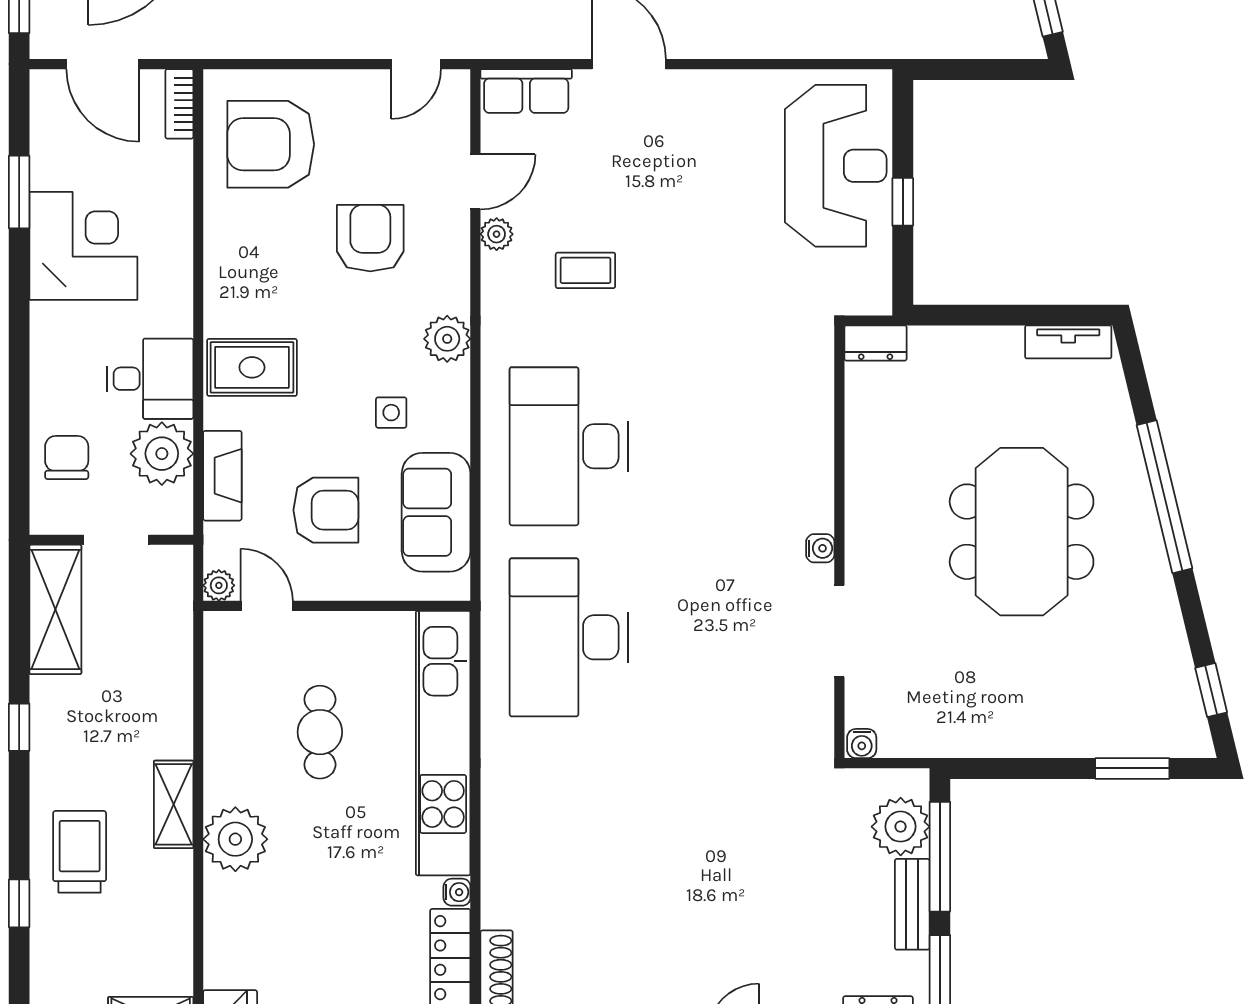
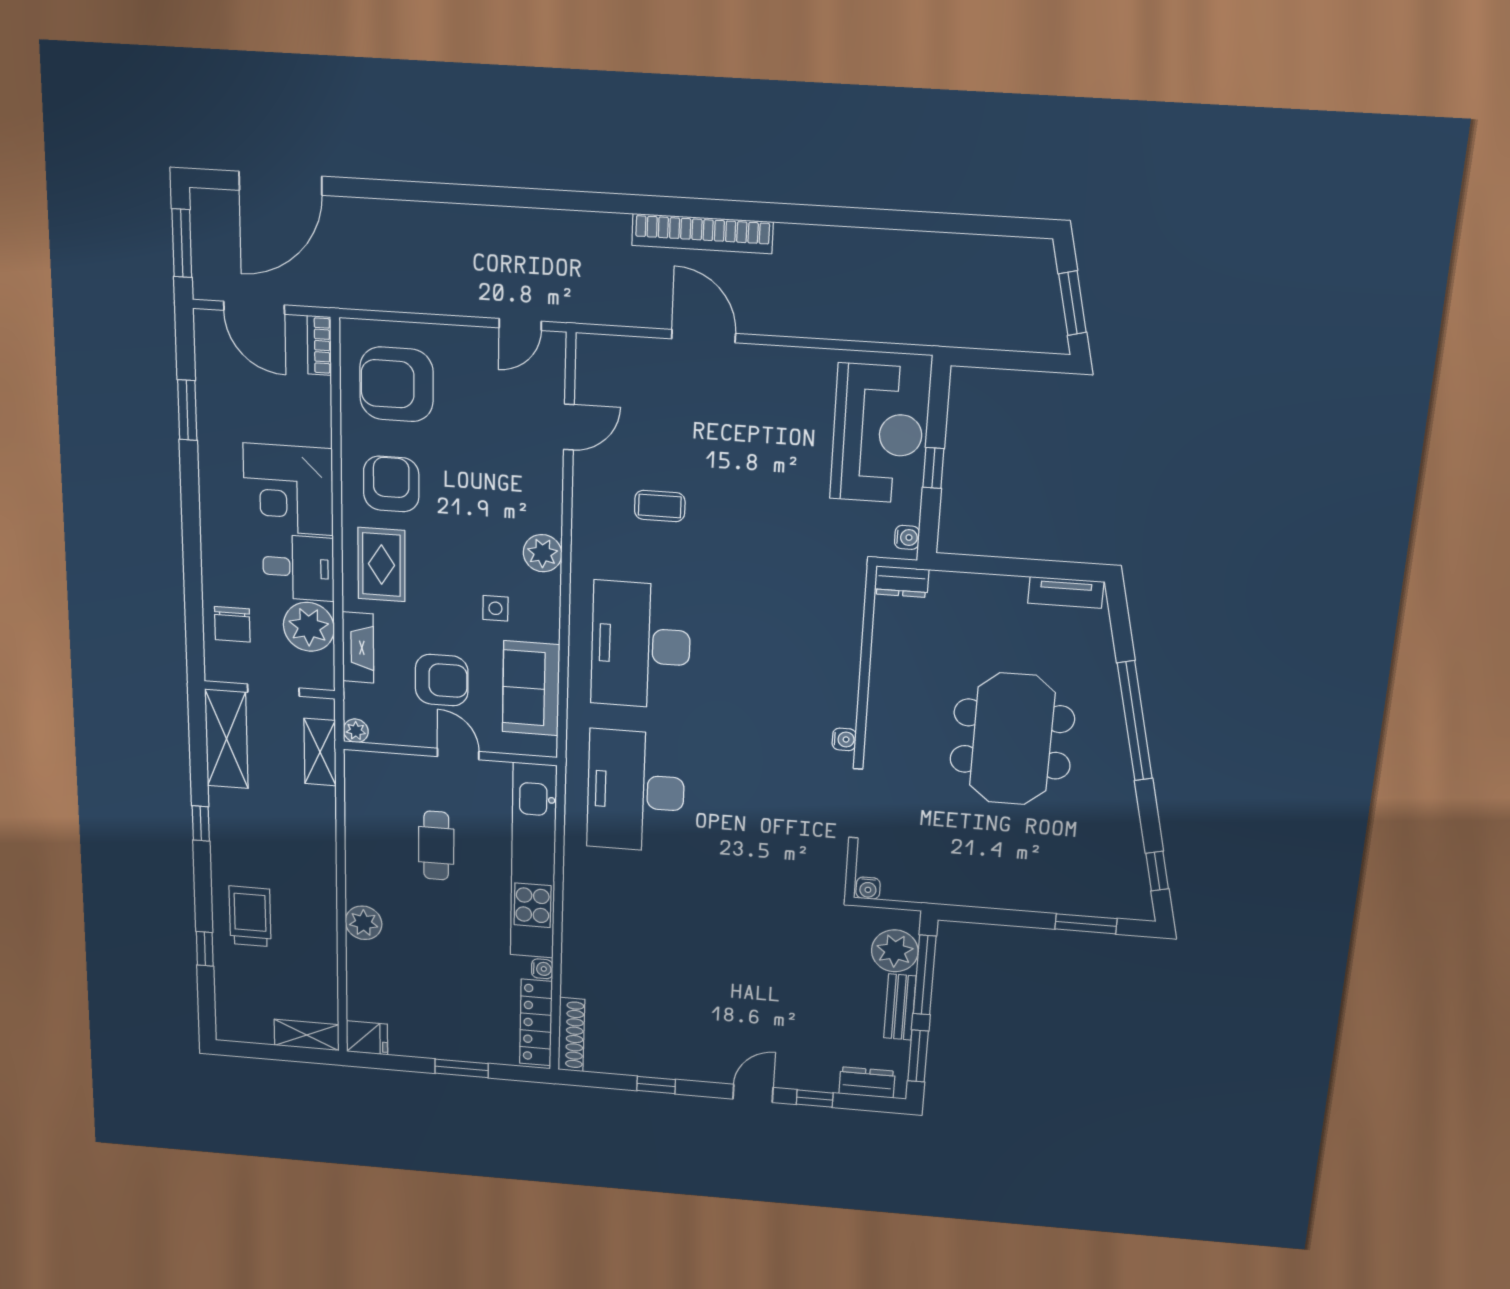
row of seats: (526, 91) -> (614, 353), removed
plant: (497, 234) -> (586, 471), removed
armchair: (370, 238) -> (391, 484), moved
corner desk: (83, 246) -> (288, 489), moved, turned 180
water cooler: (878, 288) -> (907, 537), added
rug: (252, 367) -> (381, 565), turned 90
chair: (67, 458) -> (232, 624), turned 180
door: (267, 606) -> (458, 754), moved
shelving: (174, 804) -> (320, 752), moved
plant: (235, 839) -> (364, 923), width x0.73, depth x0.73

